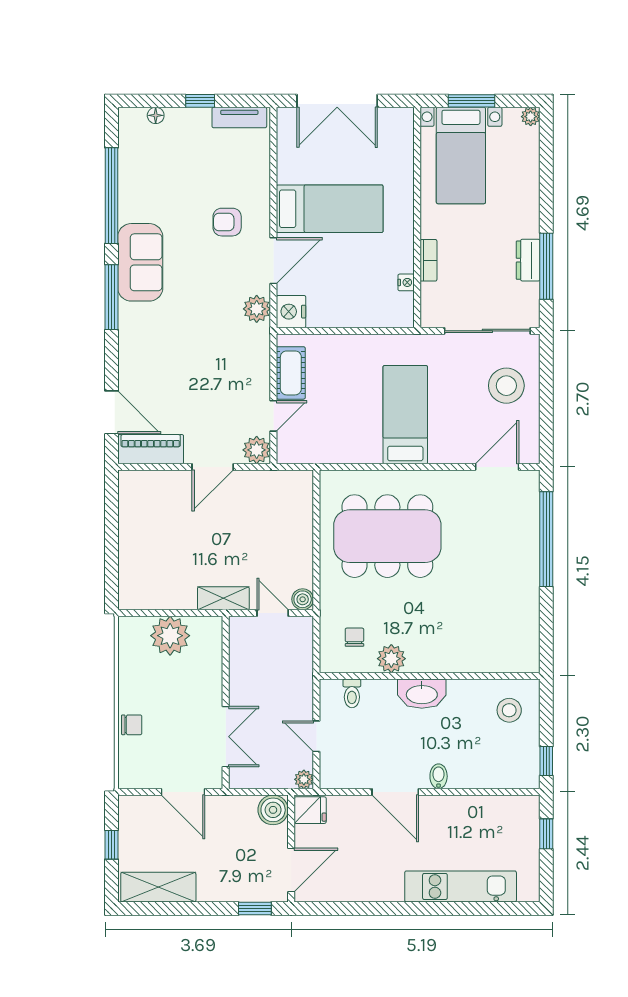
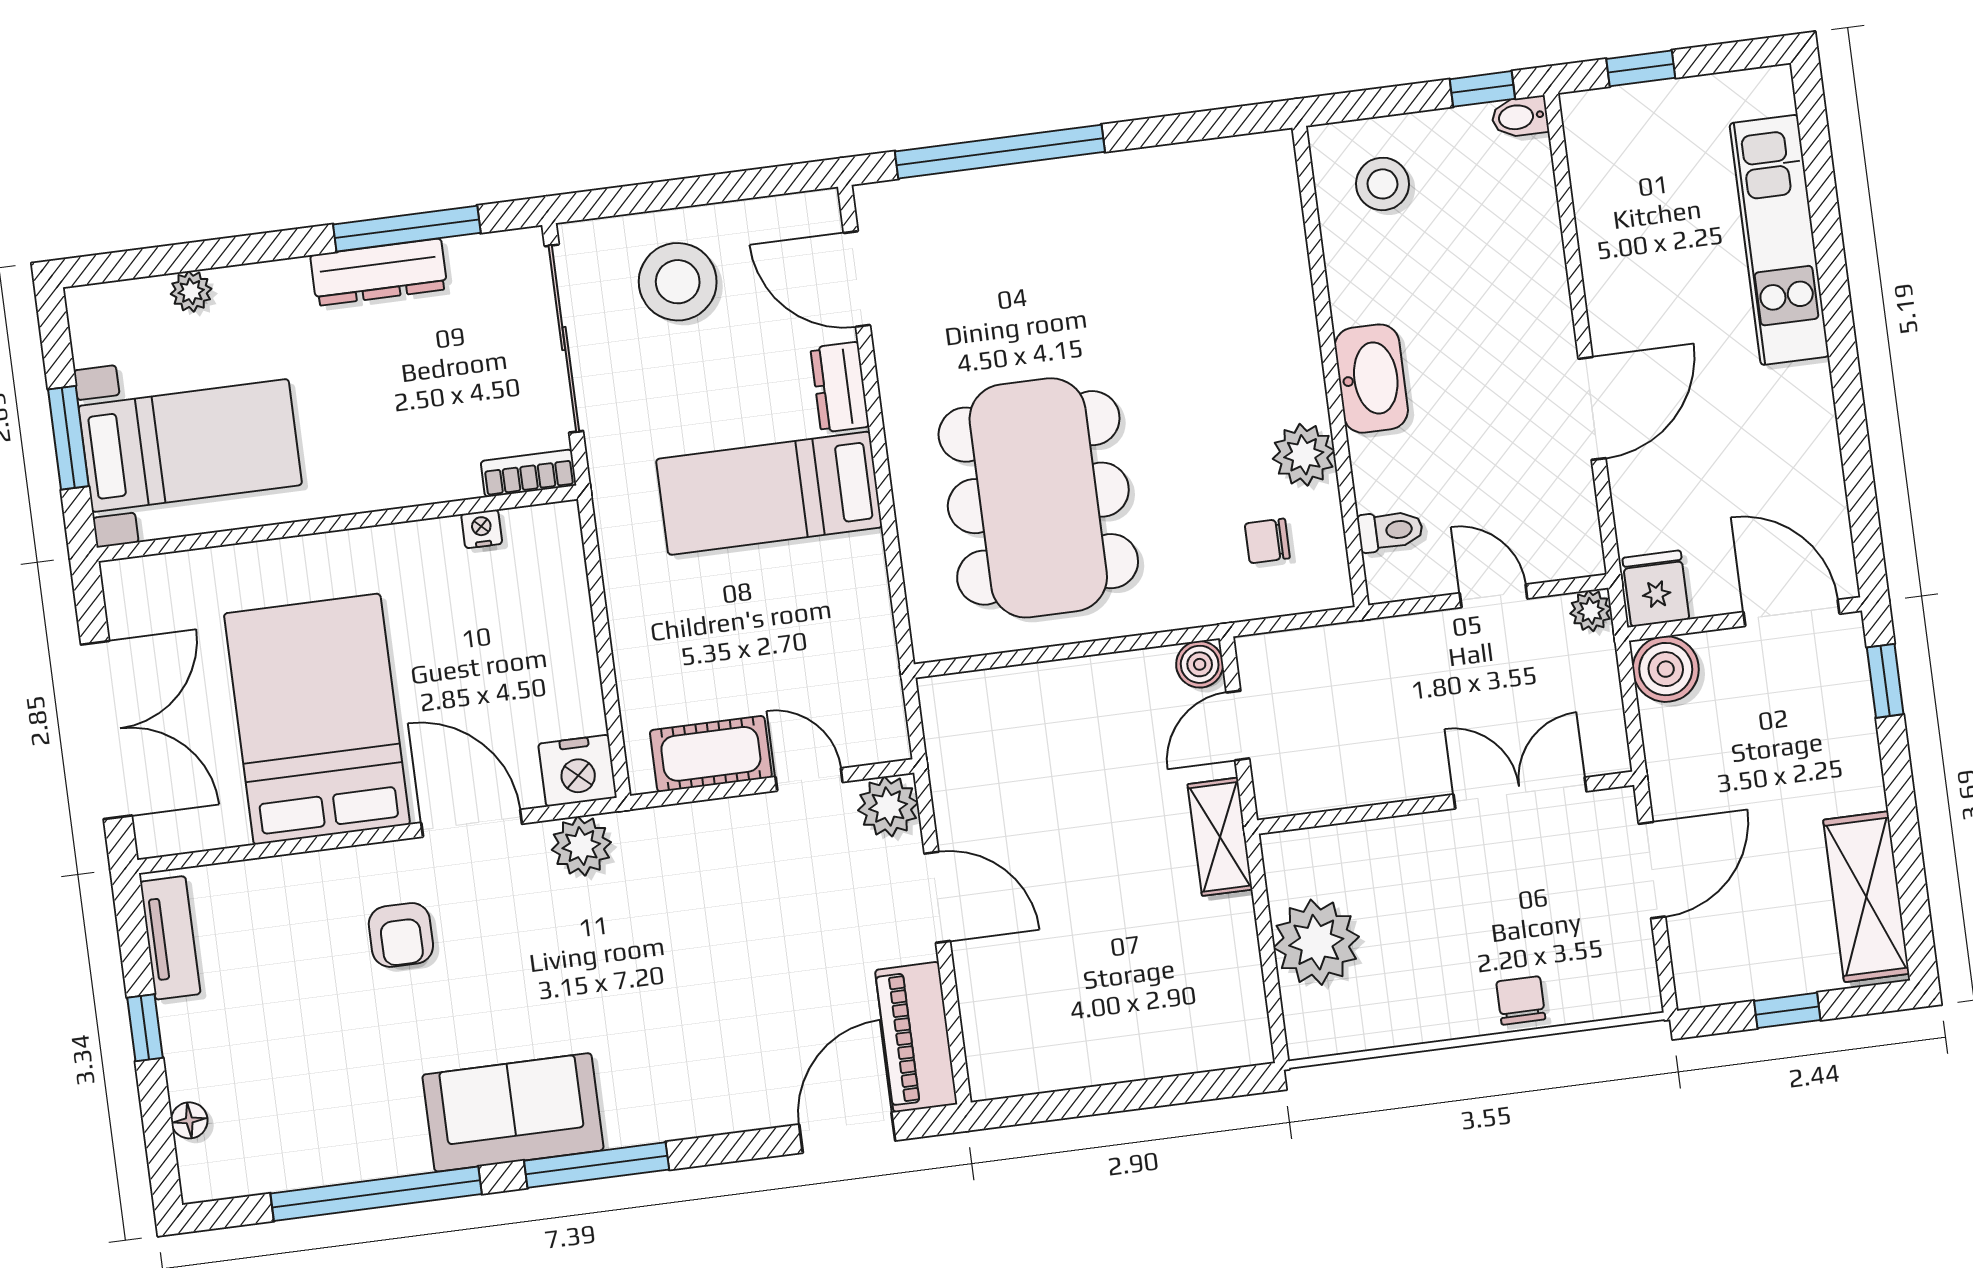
plant: (531, 117) -> (191, 291), moved
bed: (330, 209) -> (317, 719), width x1.50
bookcase: (428, 260) -> (528, 473), moved
dresser: (528, 260) -> (379, 272), width x1.44
dresser: (449, 453) -> (840, 387), added
door: (316, 736) -> (1494, 596), swing flipped
bidet: (439, 776) -> (1520, 117), moved

